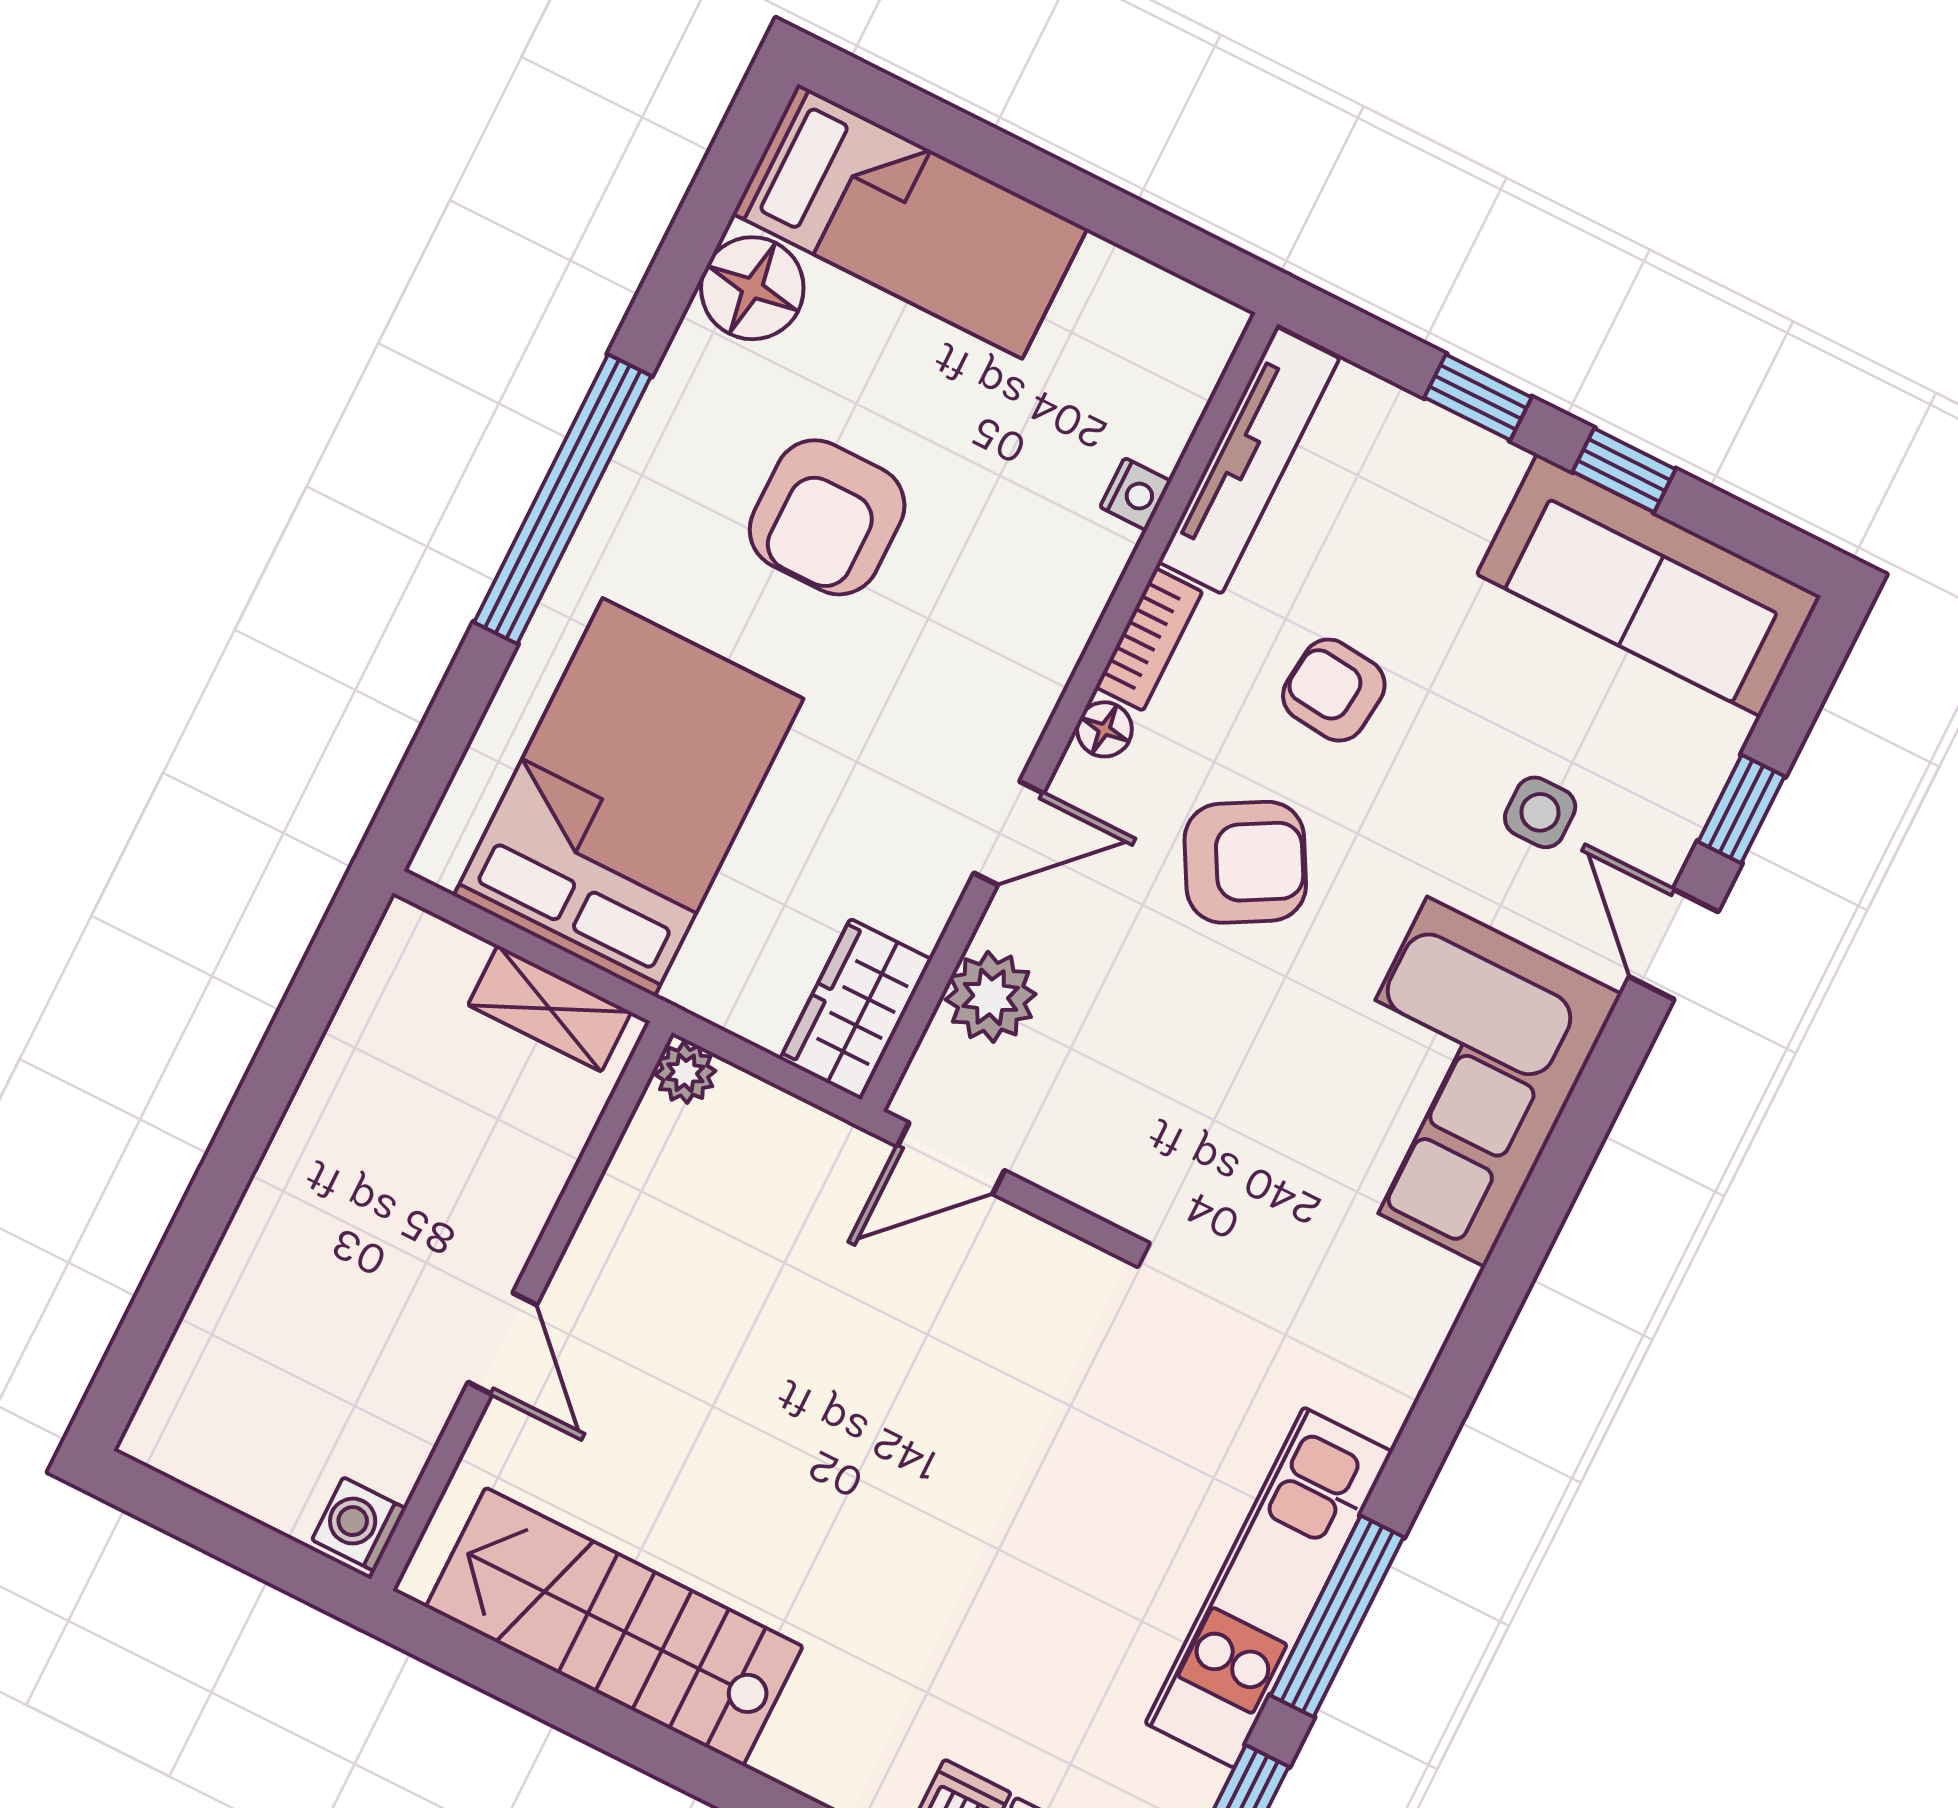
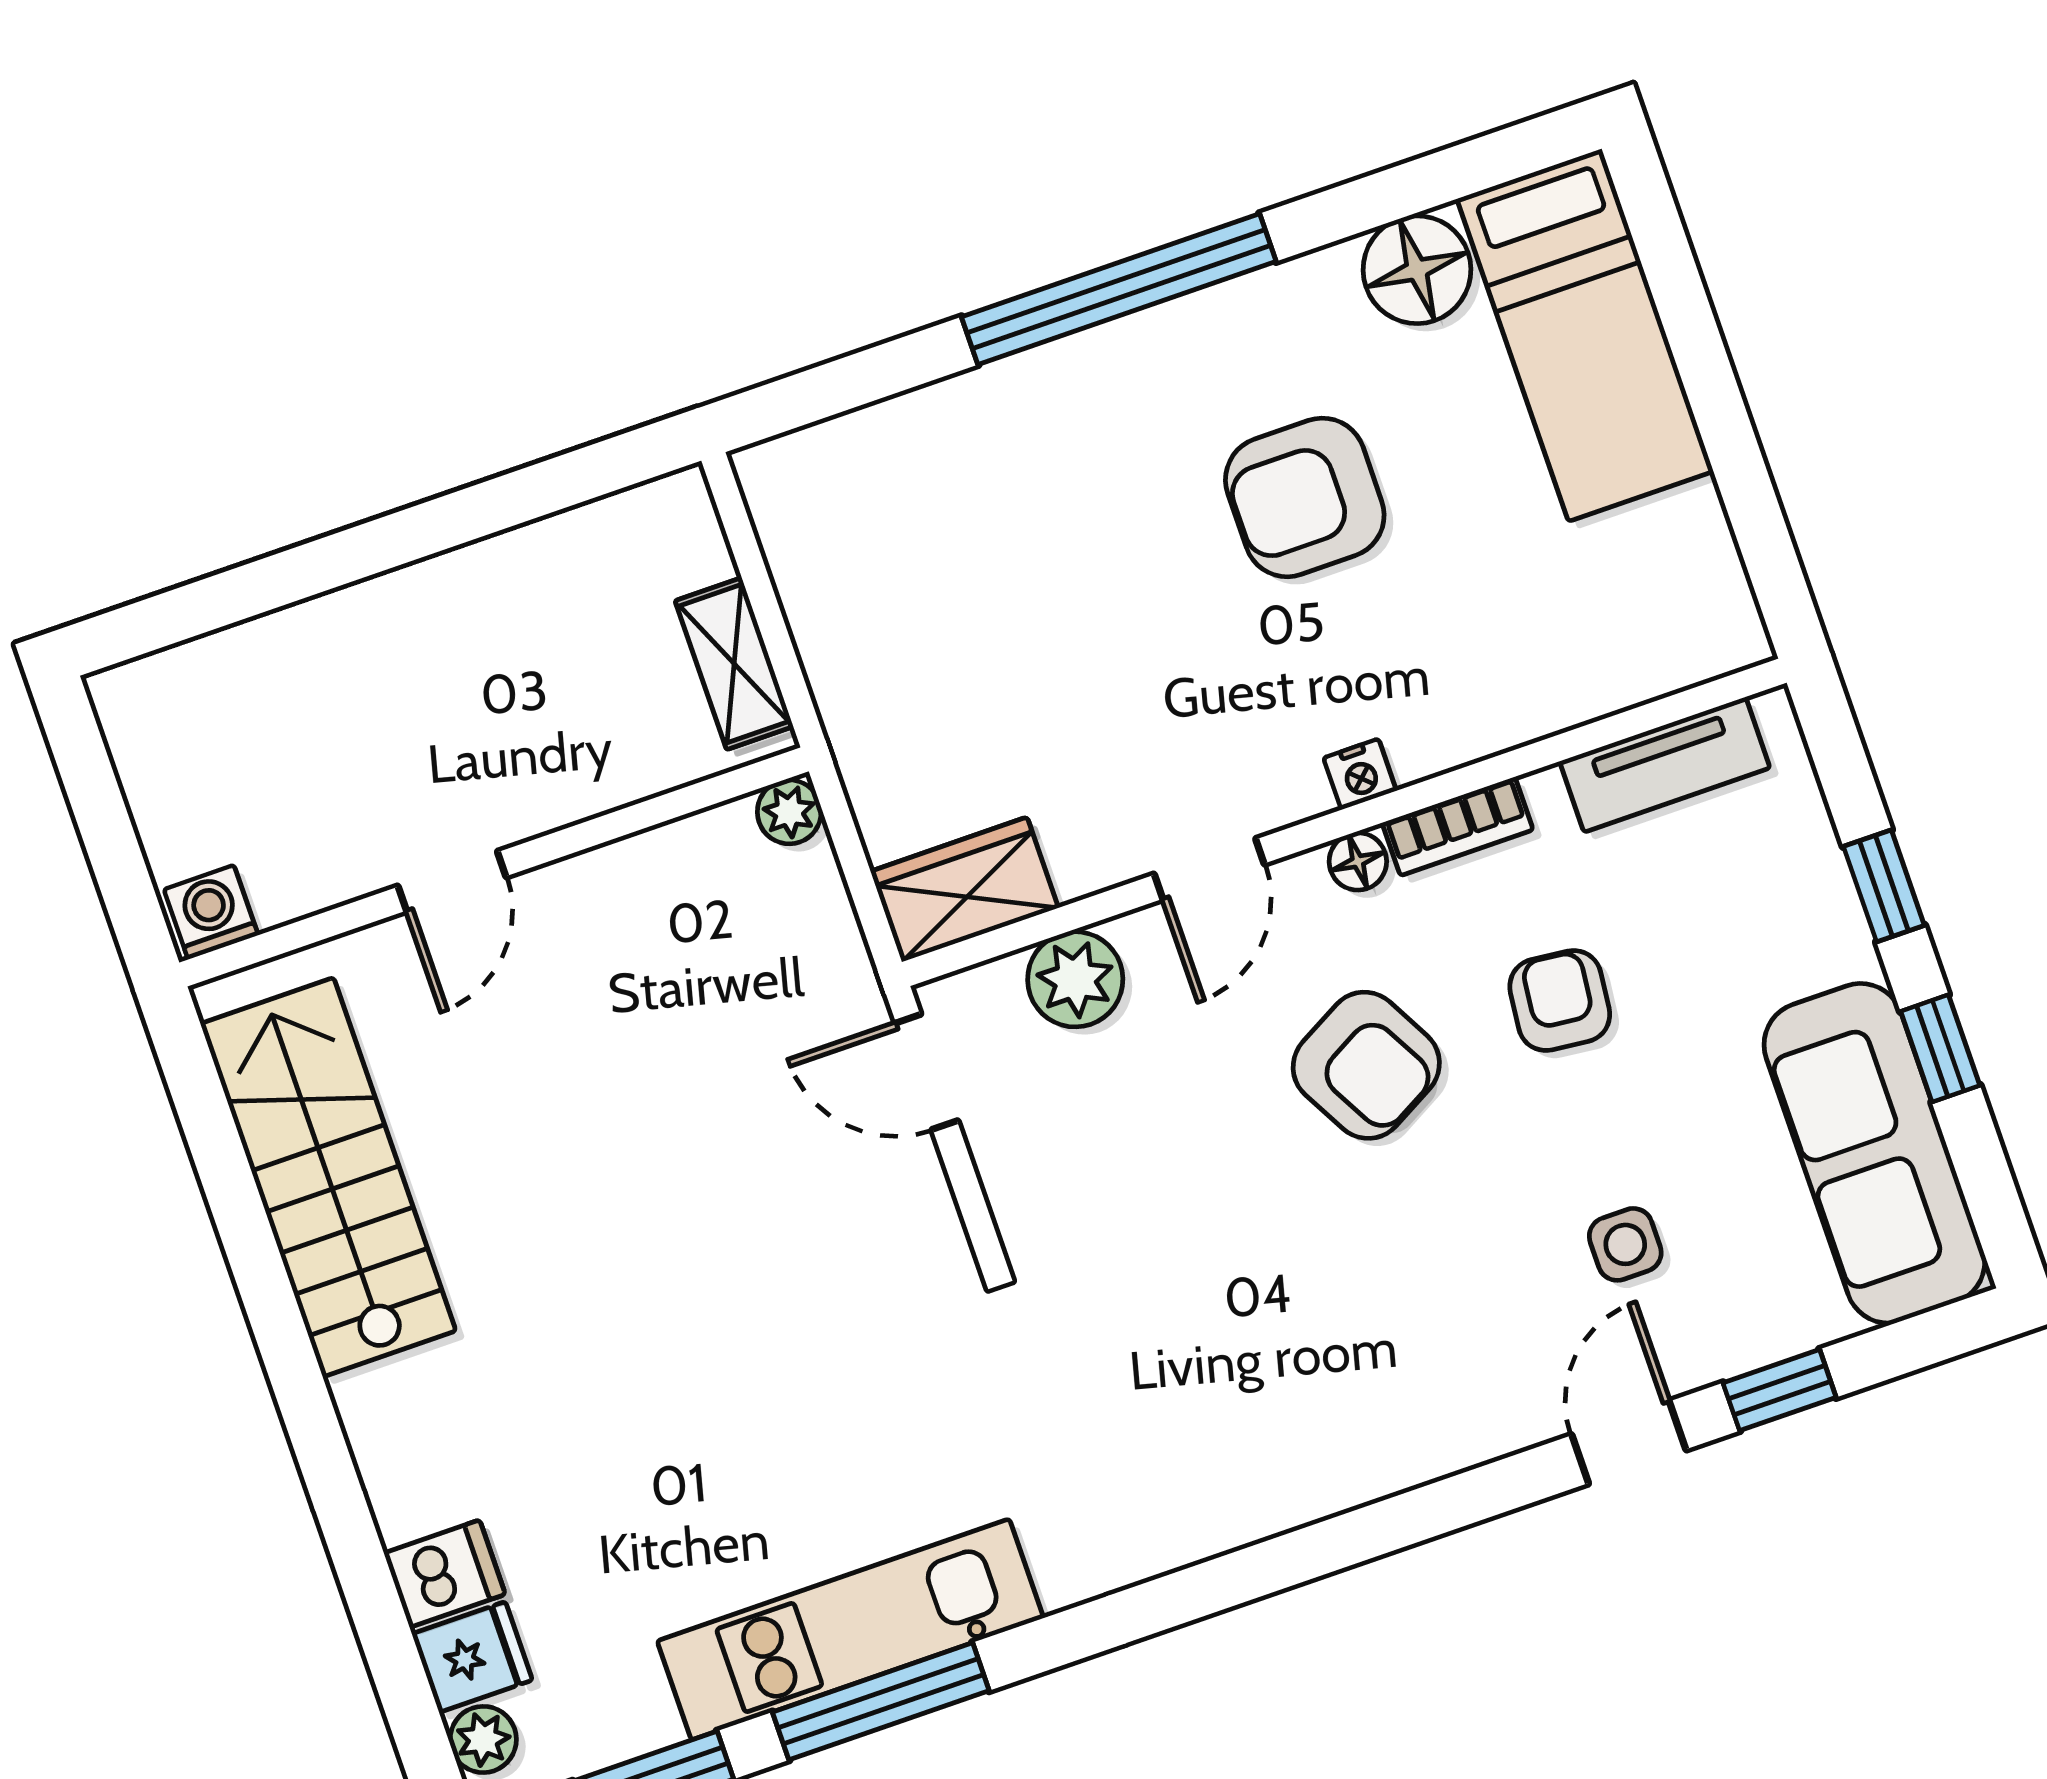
tv unit: (1249, 460) -> (1665, 765), width x0.71
nightstand: (1136, 494) -> (1360, 774), moved
bed: (629, 797) -> (949, 562), removed
door: (1009, 833) -> (1209, 869), hinge flipped
corner sofa: (1456, 1082) -> (1364, 1386), removed

